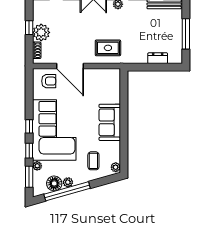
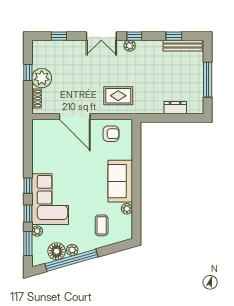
armchair: (49, 81) -> (111, 134), moved
corner sofa: (54, 130) -> (50, 199), width x0.73, depth x0.74
plant: (116, 167) -> (127, 209), moved

